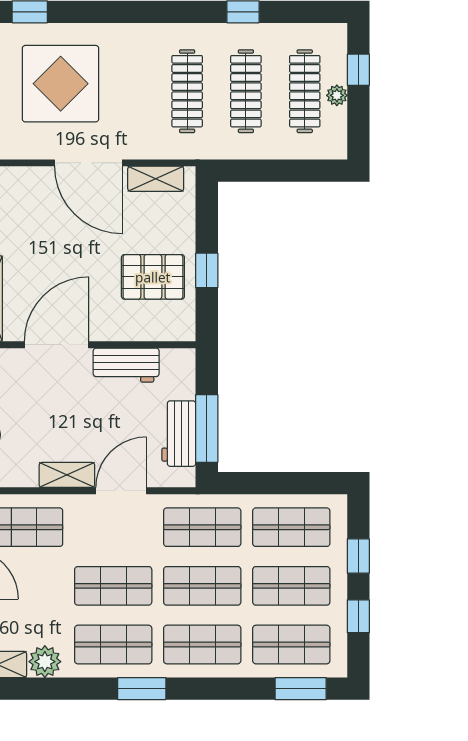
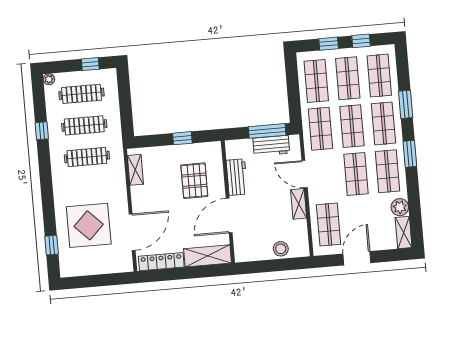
window: (358, 70) -> (90, 64), moved
plant: (337, 95) -> (49, 79), moved
door: (88, 163) -> (132, 232), moved
pallet: (153, 277) -> (194, 181), moved
door: (57, 345) -> (229, 215), hinge flipped
window: (301, 689) -> (406, 104), moved

